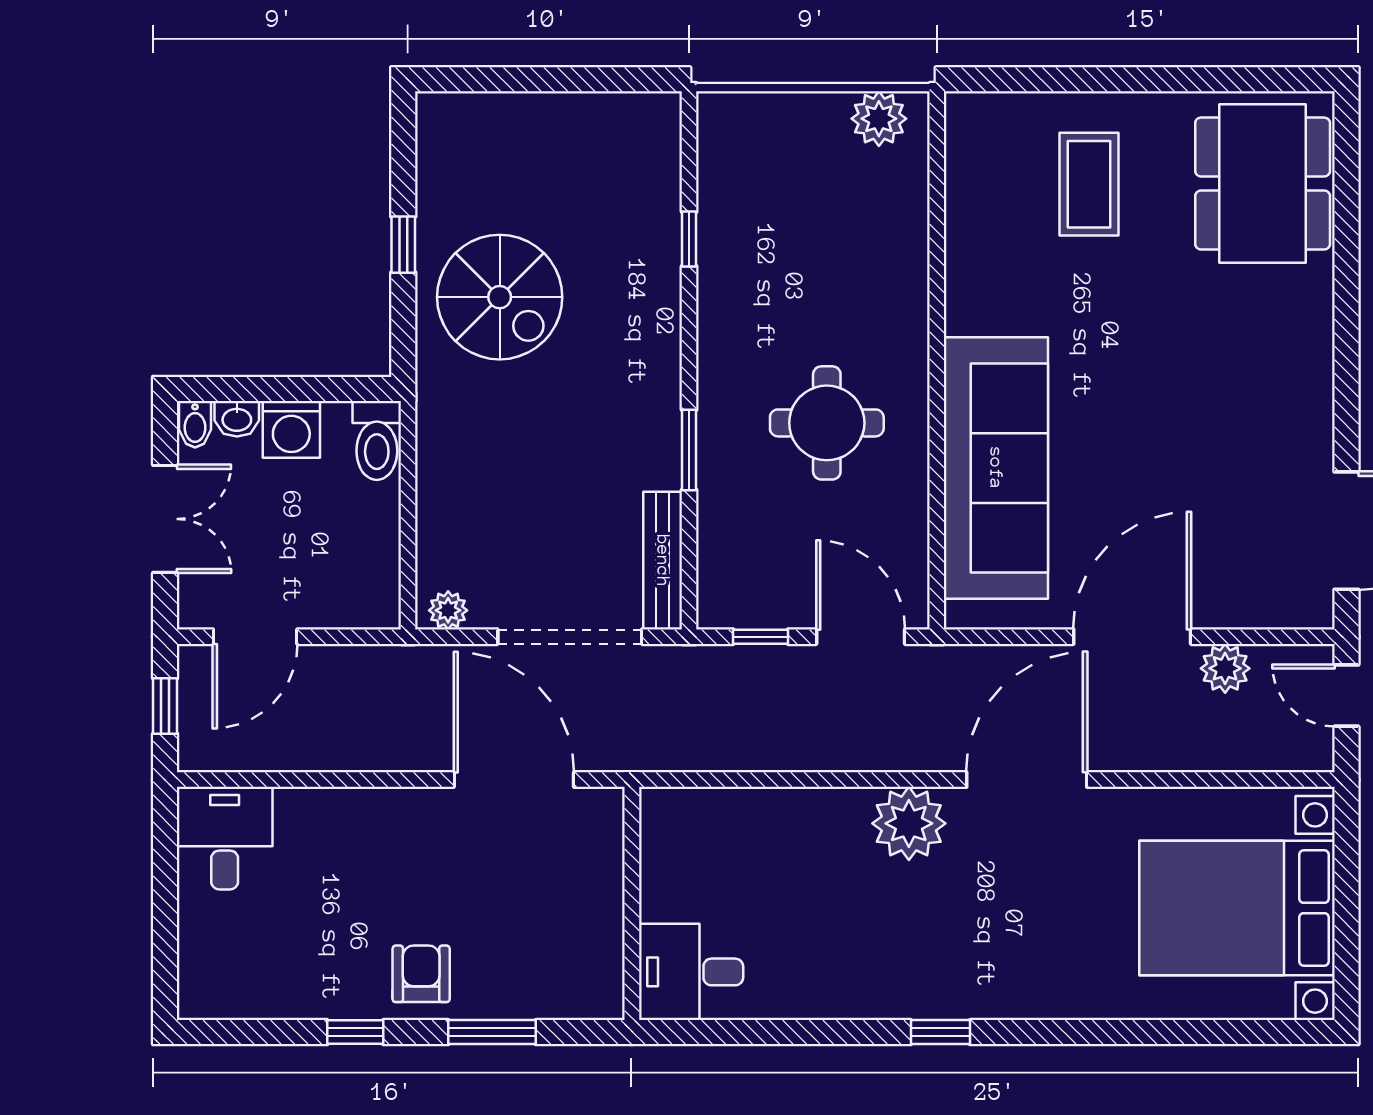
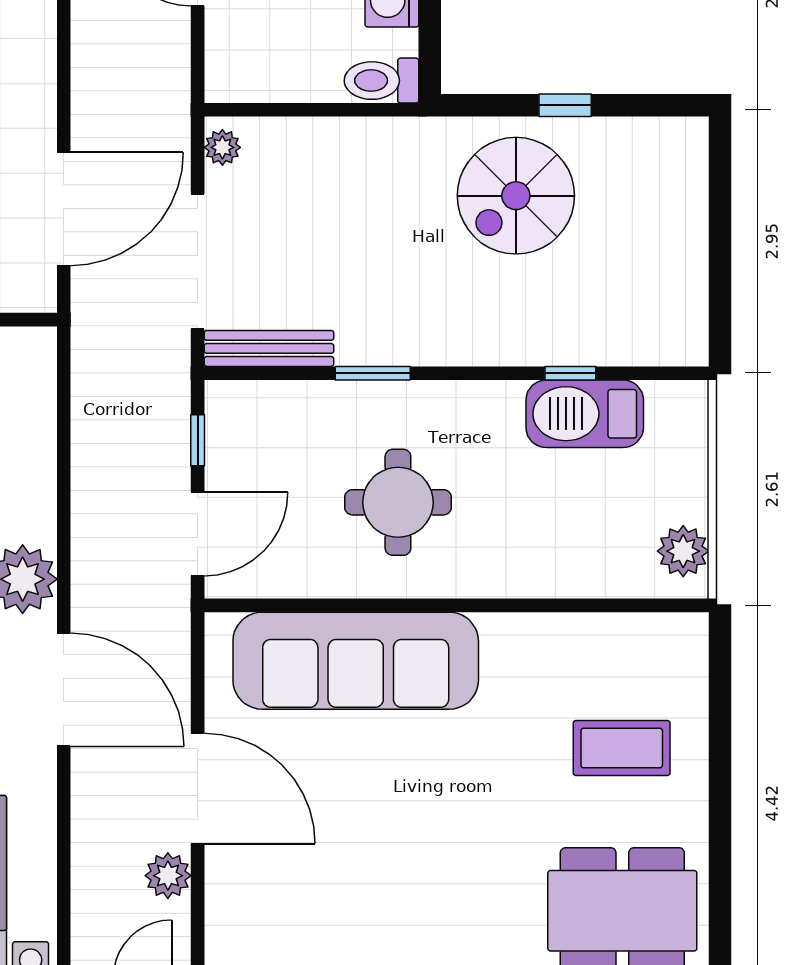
barbecue: (732, 224) -> (585, 414), added

